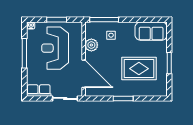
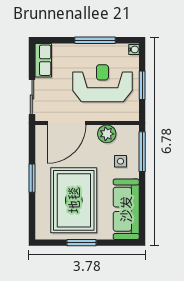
sofa: (151, 31) -> (126, 209), width x1.36
rug: (139, 69) -> (74, 200), width x1.37, depth x1.44

